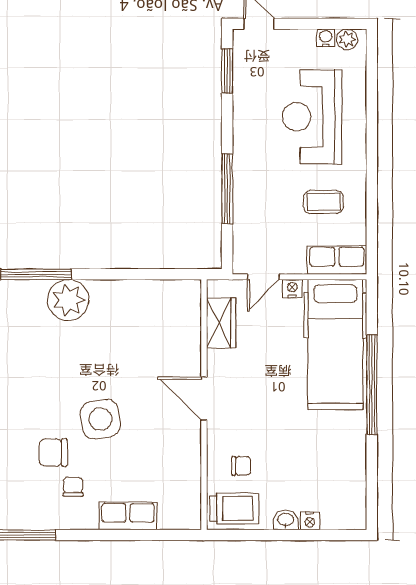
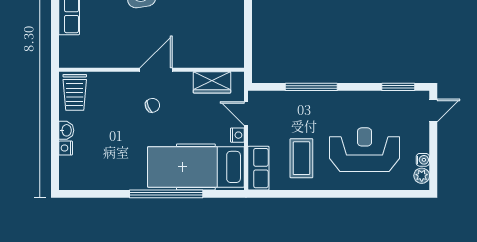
coffee table: (324, 202) -> (301, 158), width x1.36, depth x1.30
chair: (241, 466) -> (152, 105), moved, turned -114

